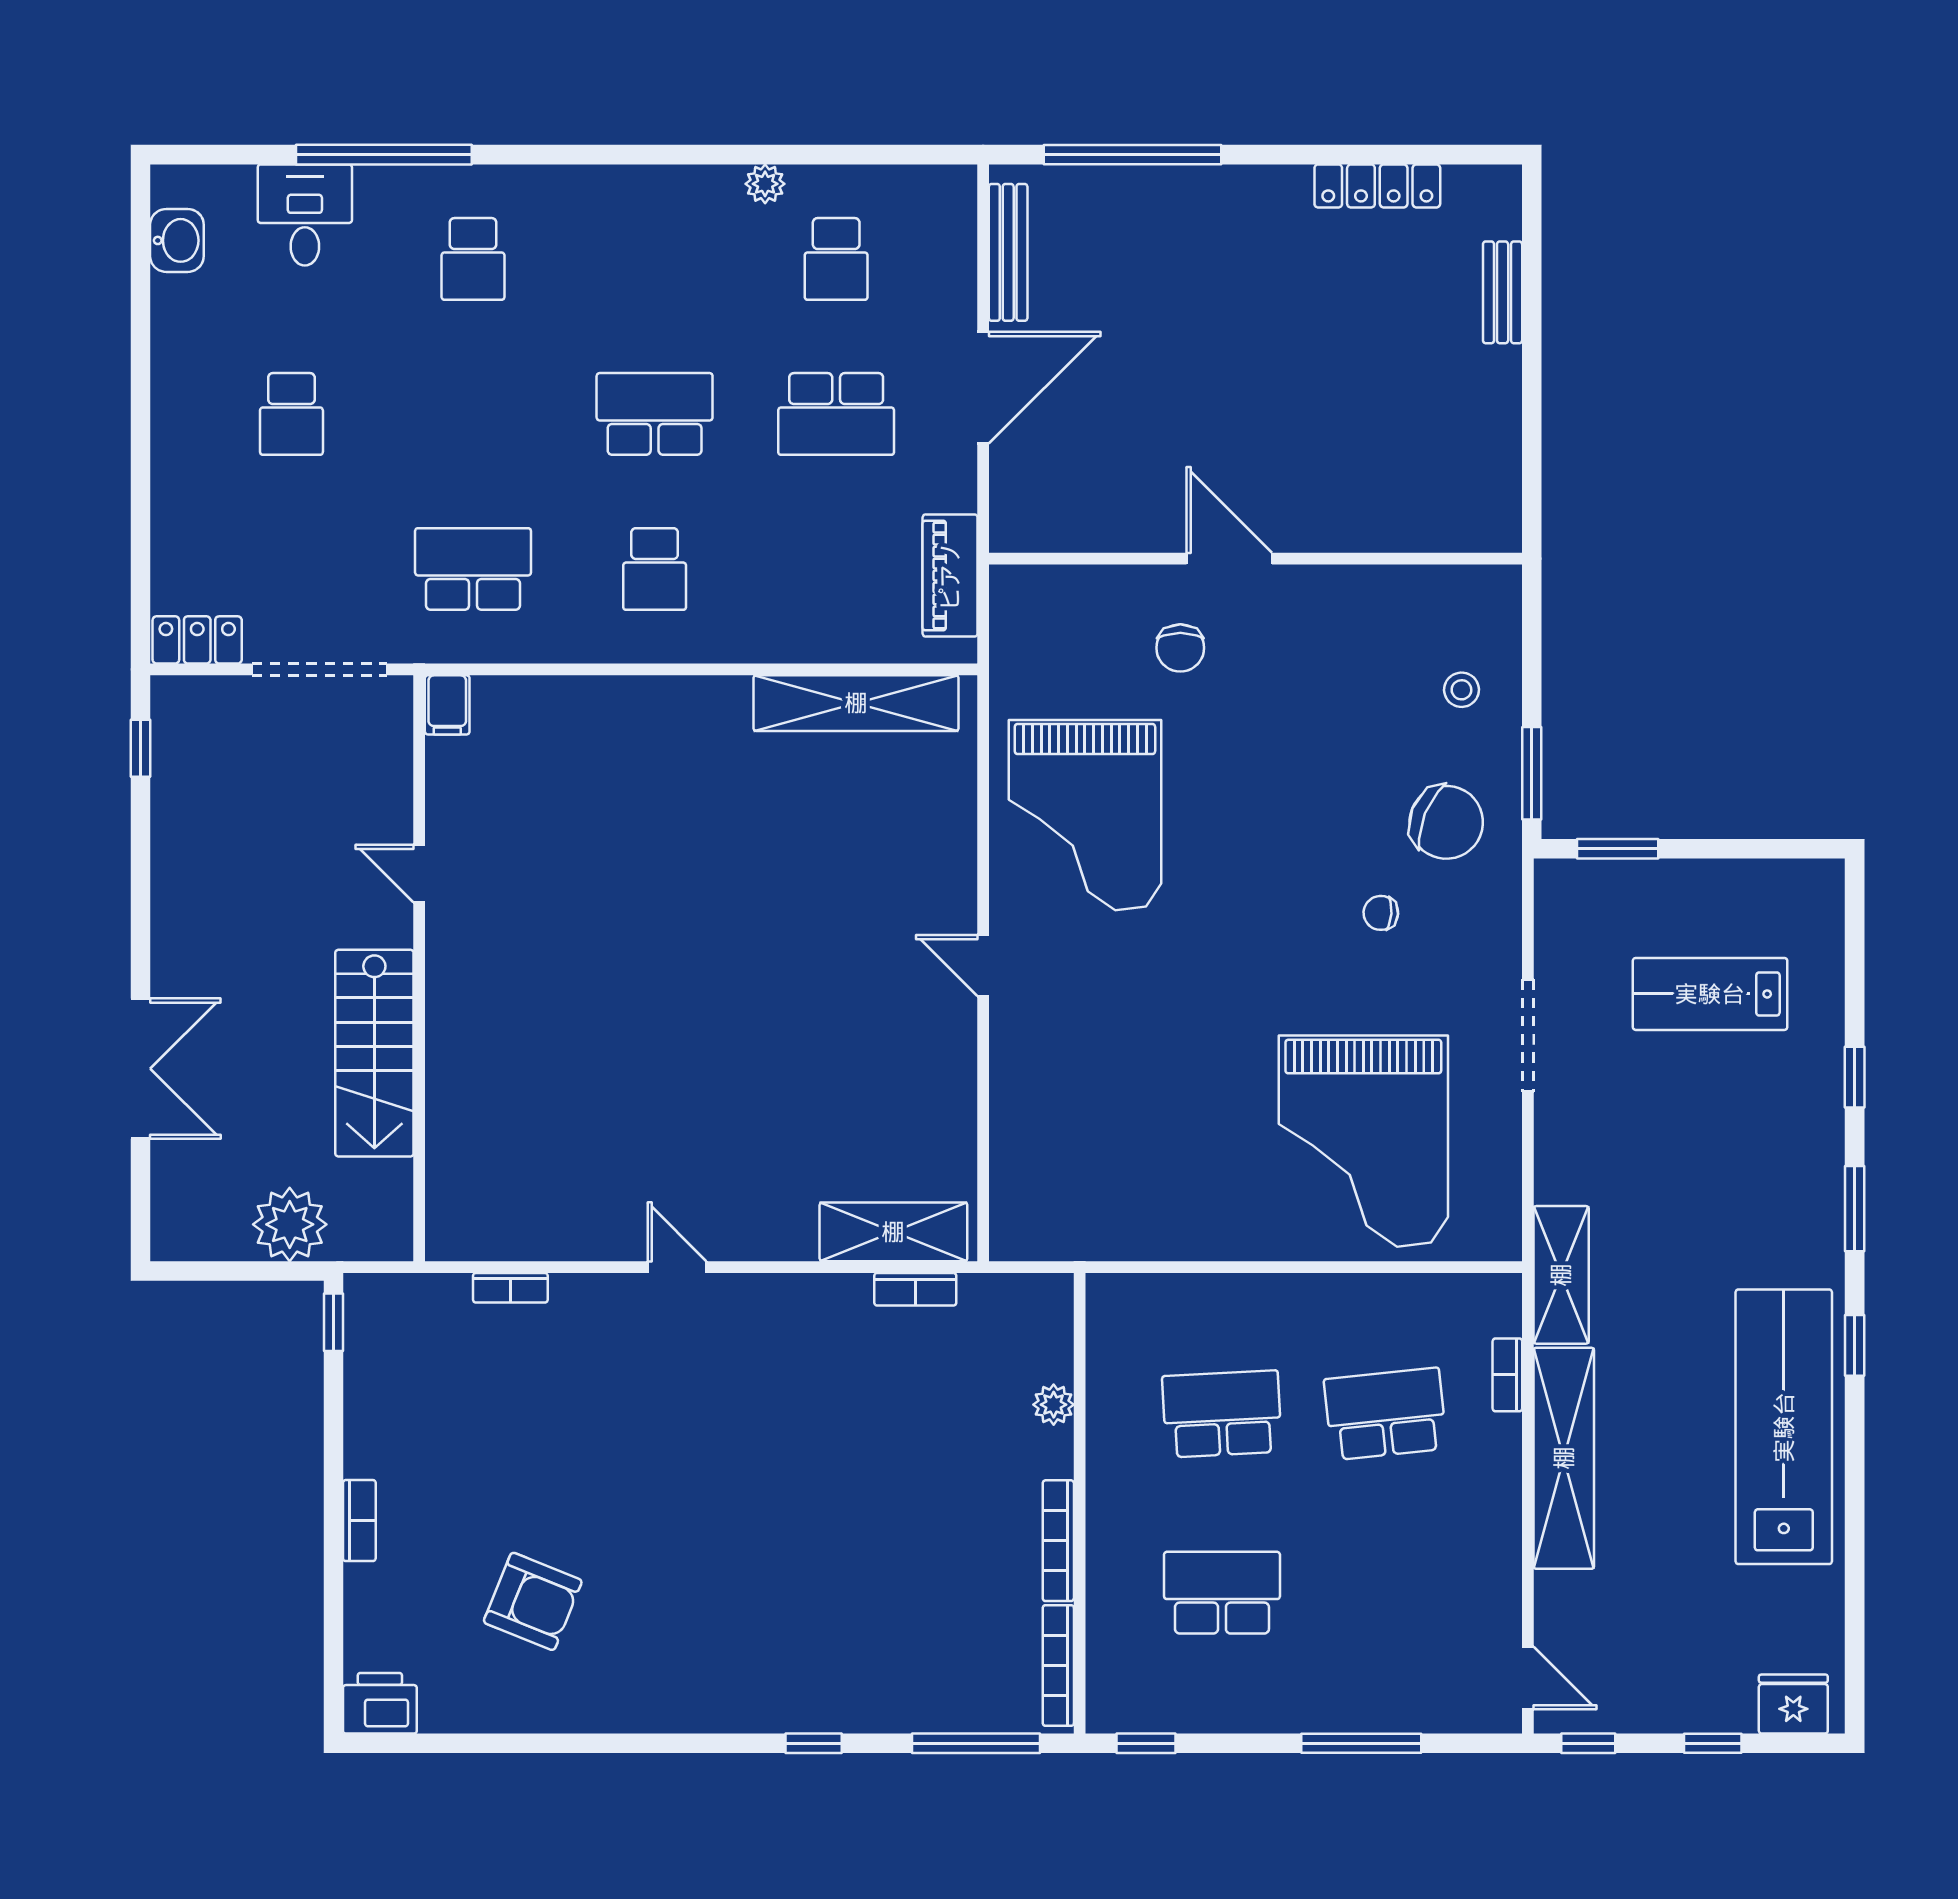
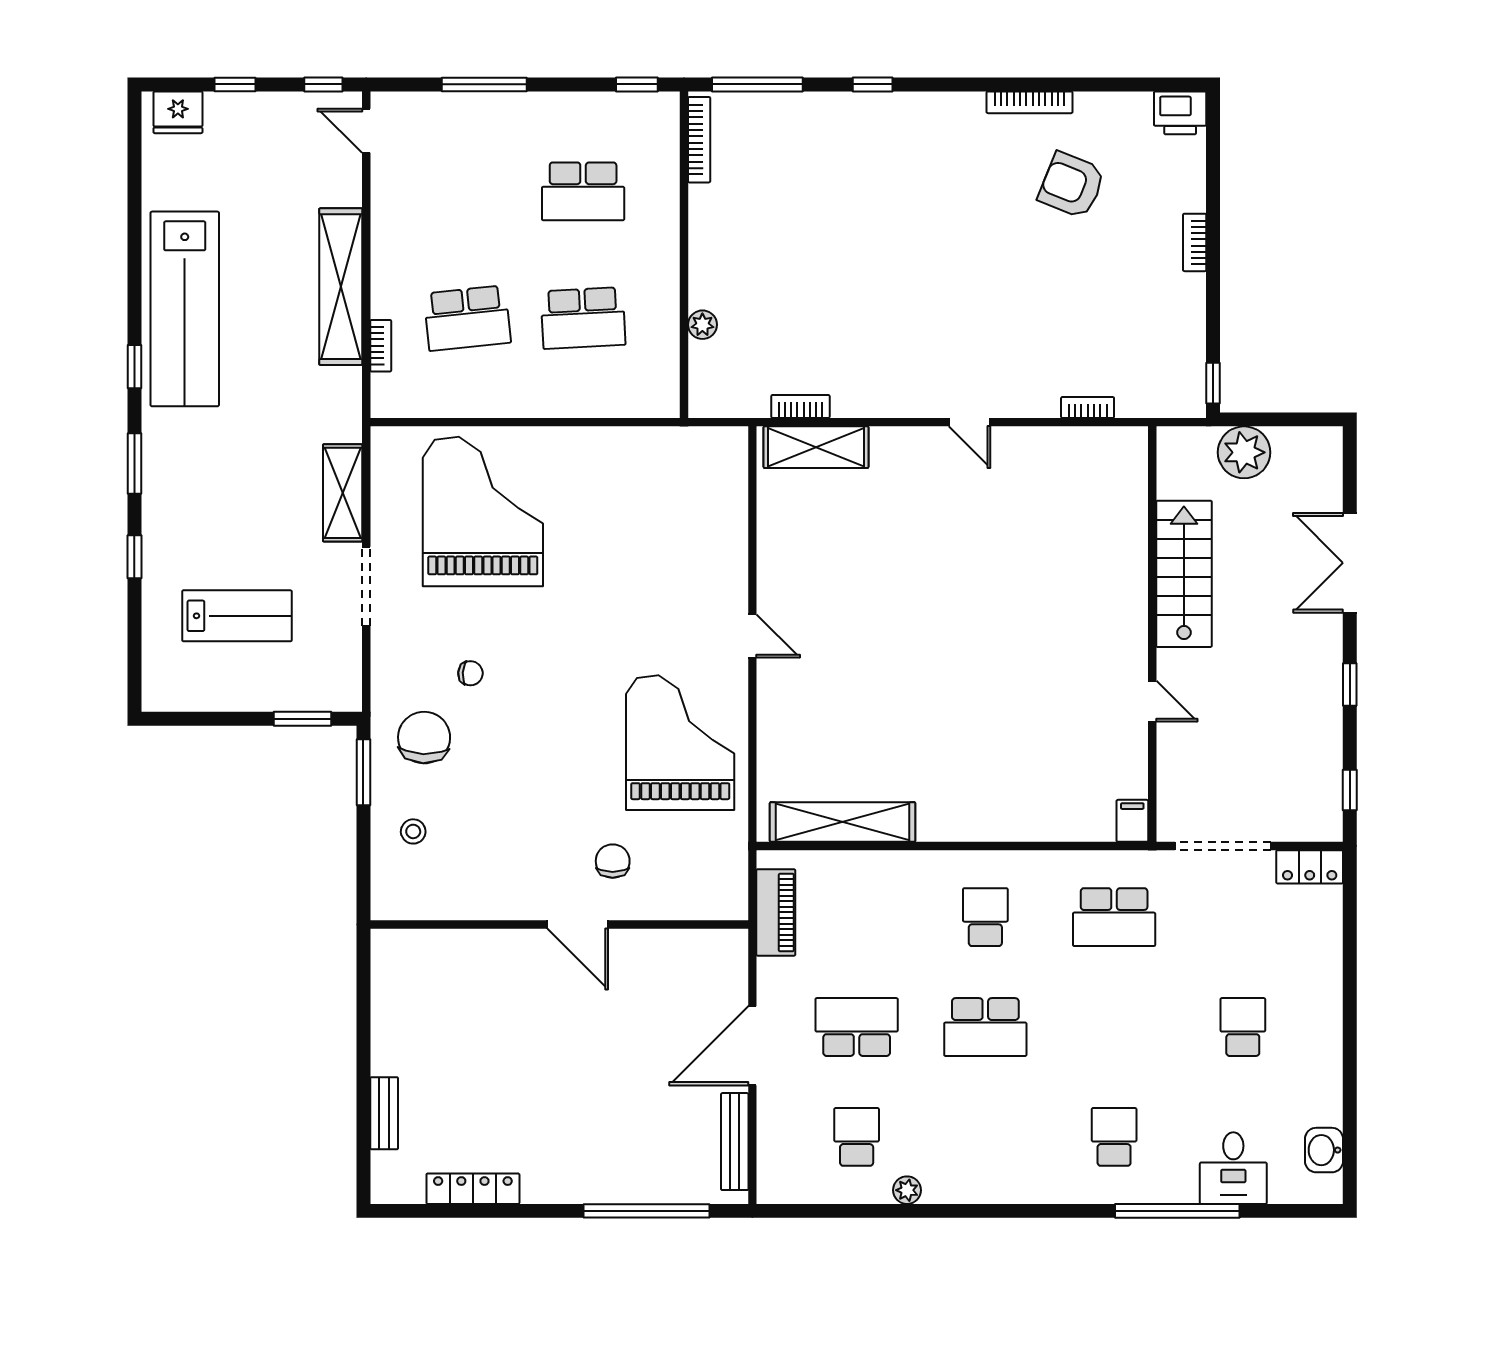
chair: (1446, 822) -> (424, 738), turned 70
window: (141, 897) -> (1350, 684), added
shelving: (1561, 1275) -> (343, 493), moved
bookcase: (1058, 1541) -> (1030, 102), moved, turned 90

